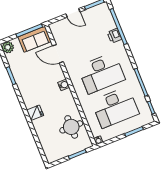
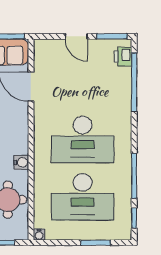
printer: (115, 36) -> (123, 57), moved
water cooler: (64, 85) -> (21, 162), moved

